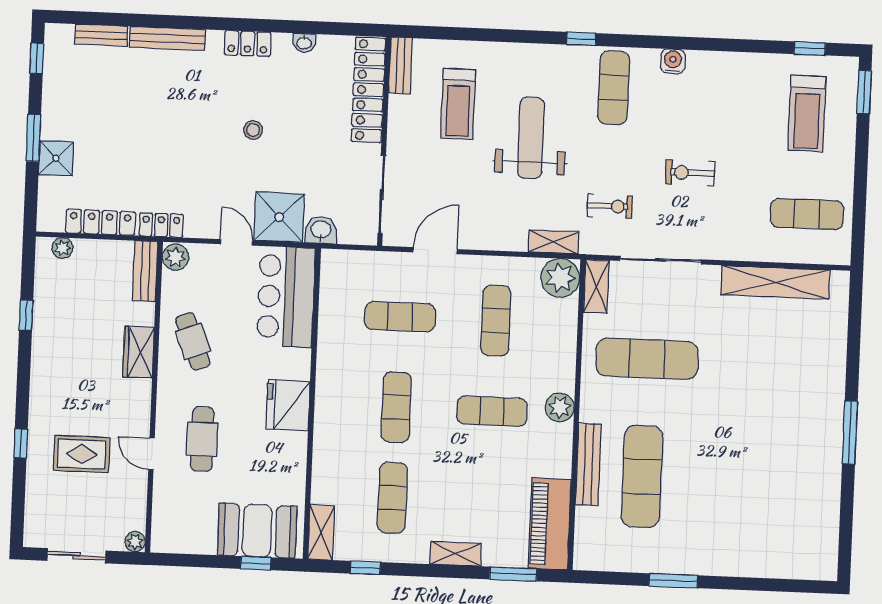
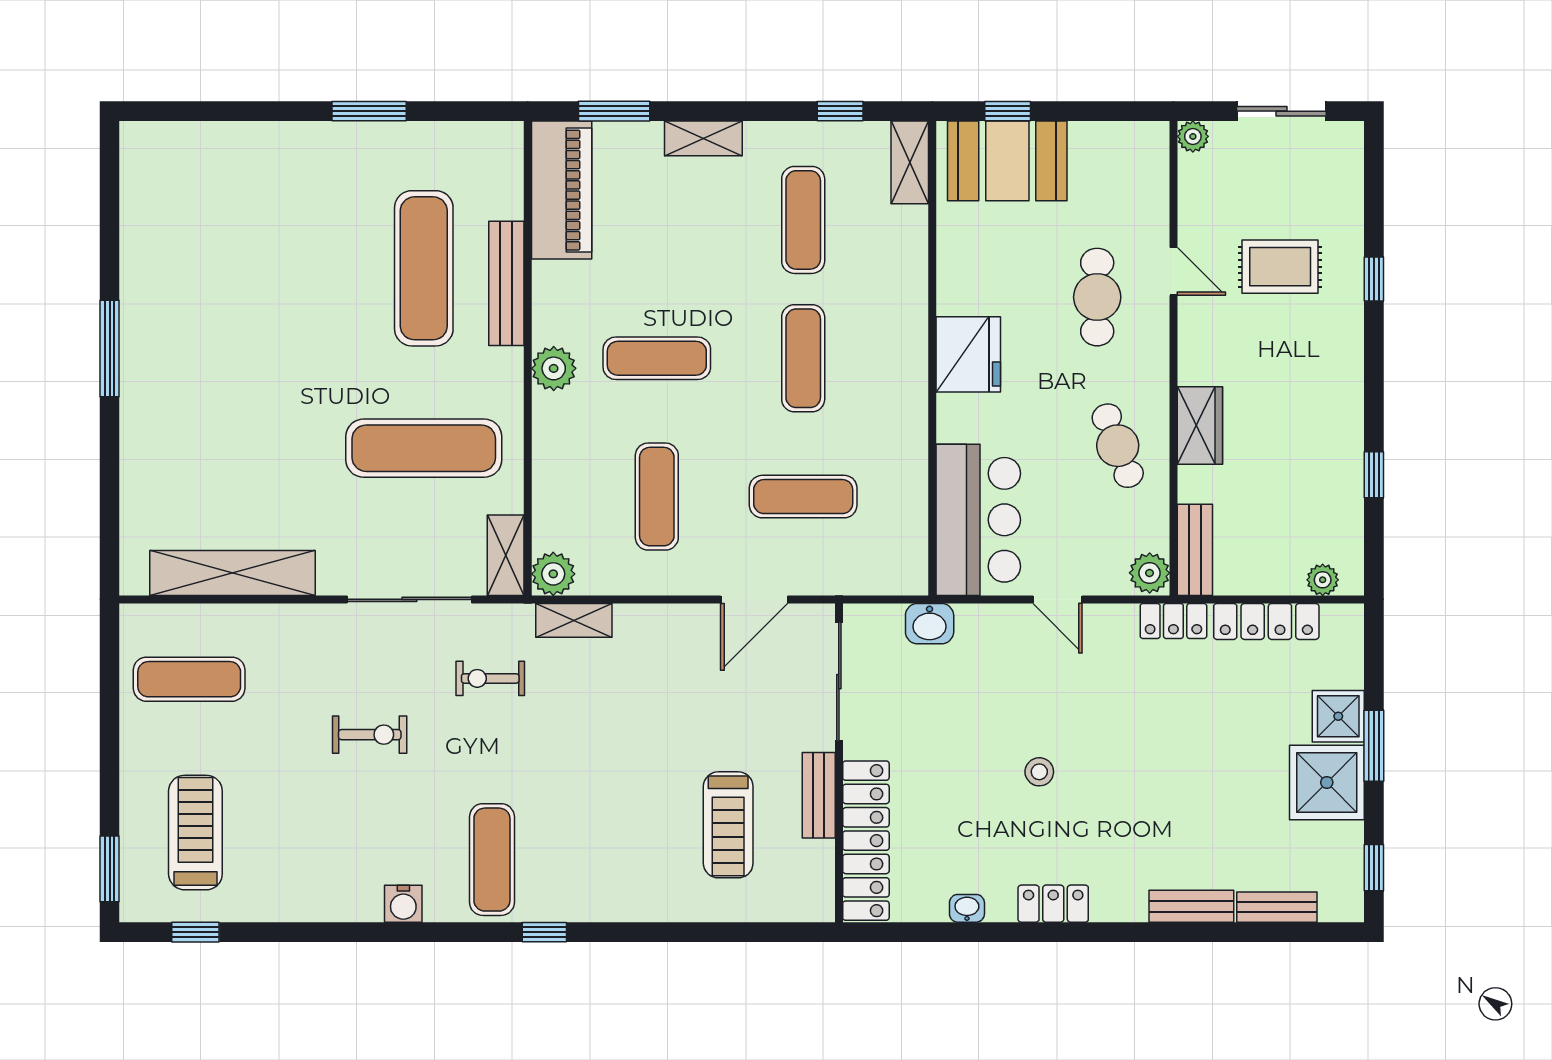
bench: (167, 38) -> (1191, 906), width x0.73
bench: (400, 66) -> (819, 795), moved
treadmill: (458, 104) -> (728, 825), turned 180
weight bench: (531, 138) -> (615, 778), removed
shower: (279, 217) -> (1327, 782), moved
plant: (560, 278) -> (553, 574), width x0.73, depth x0.73

